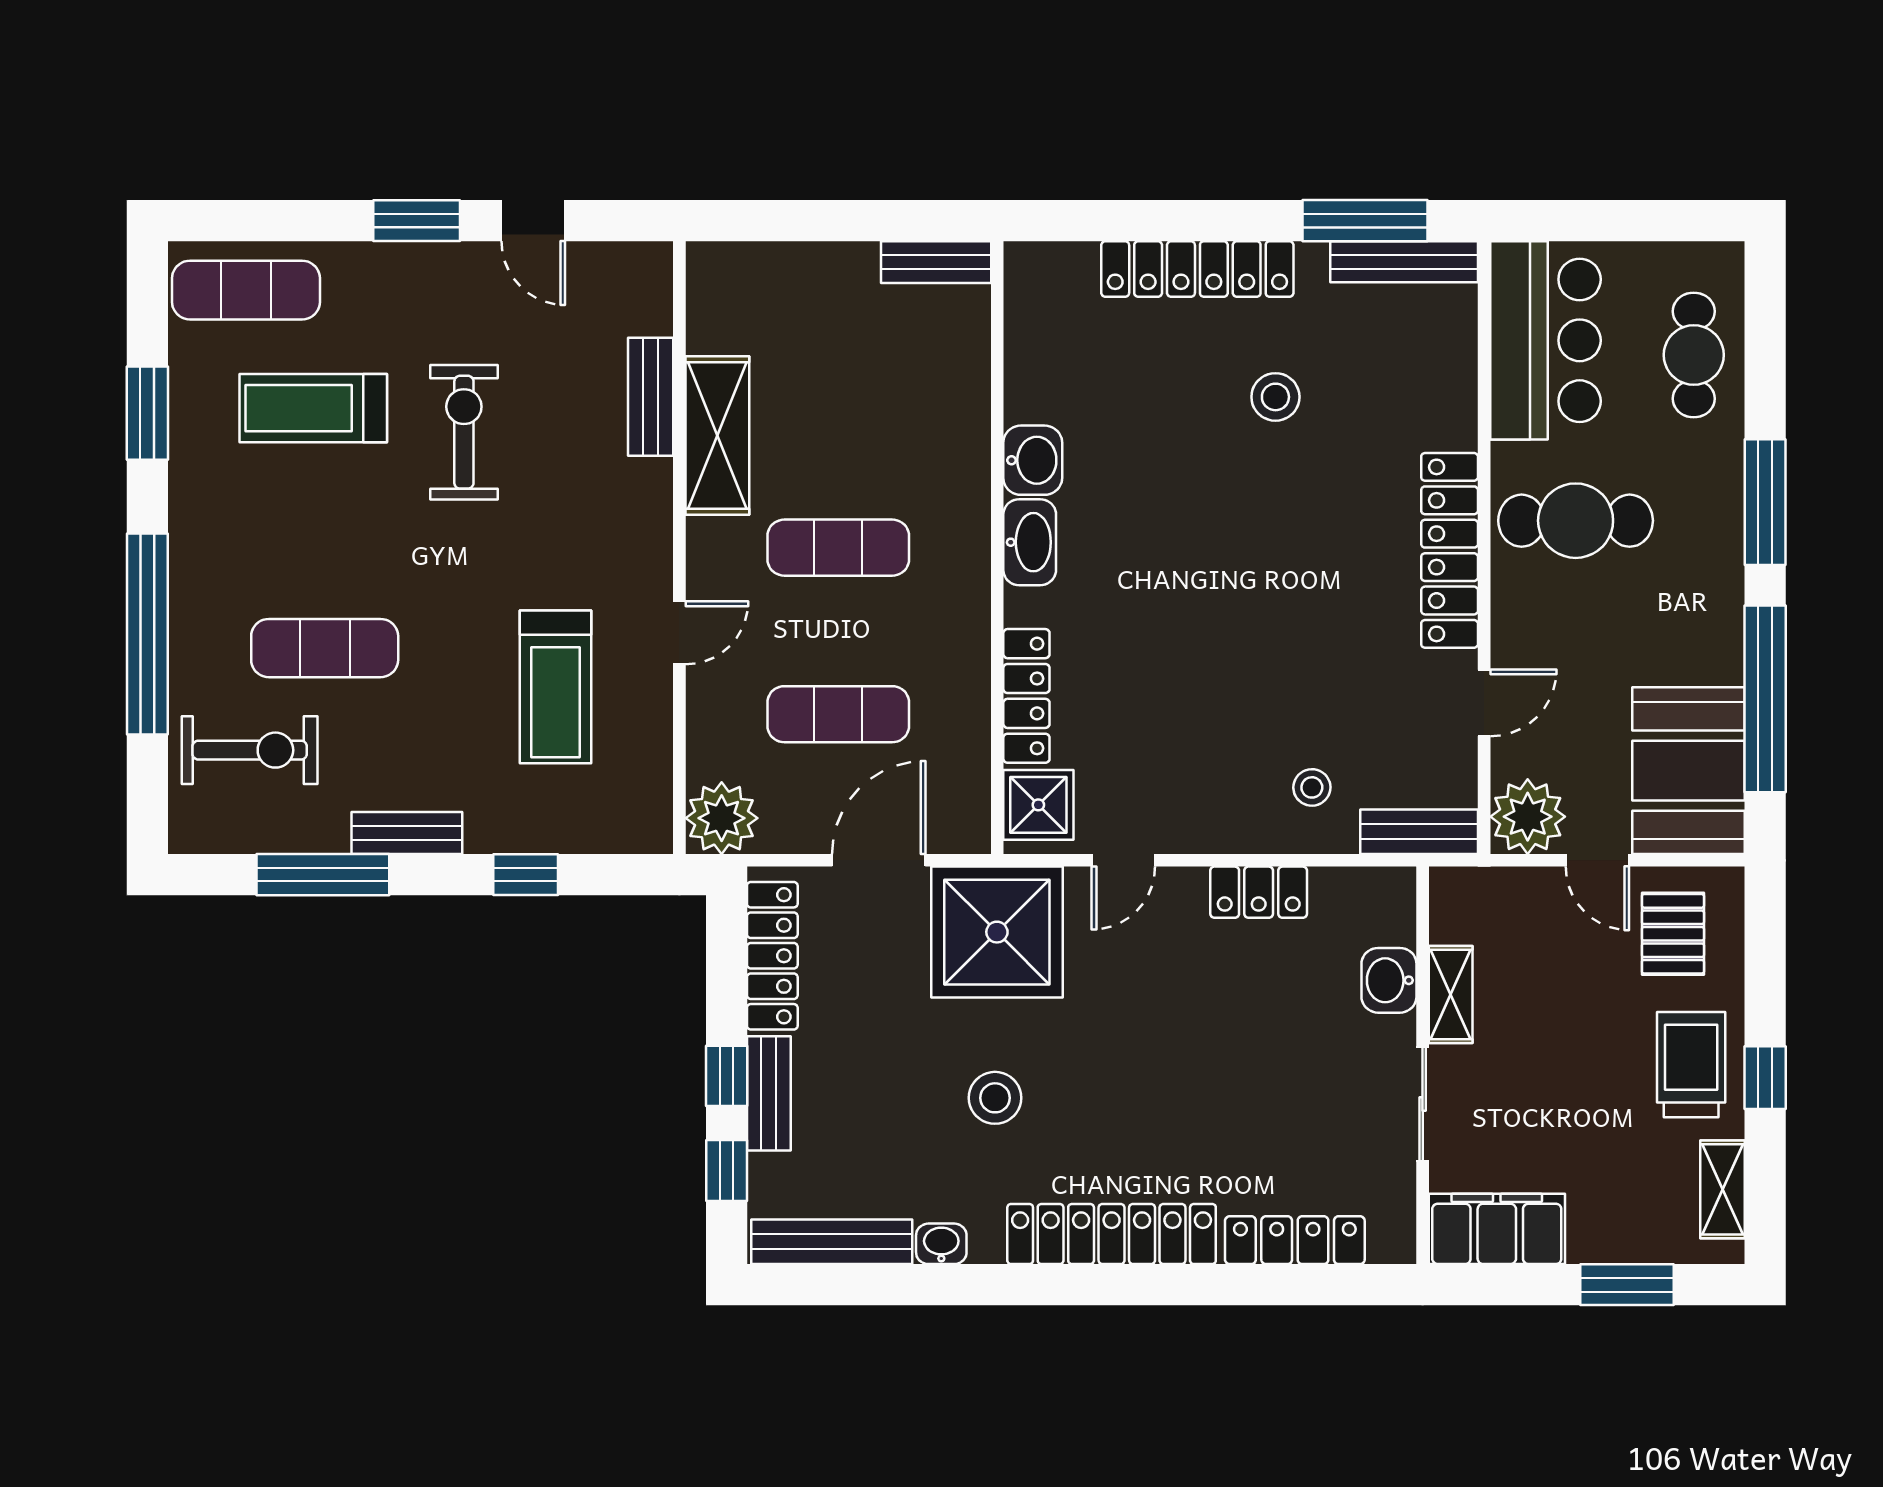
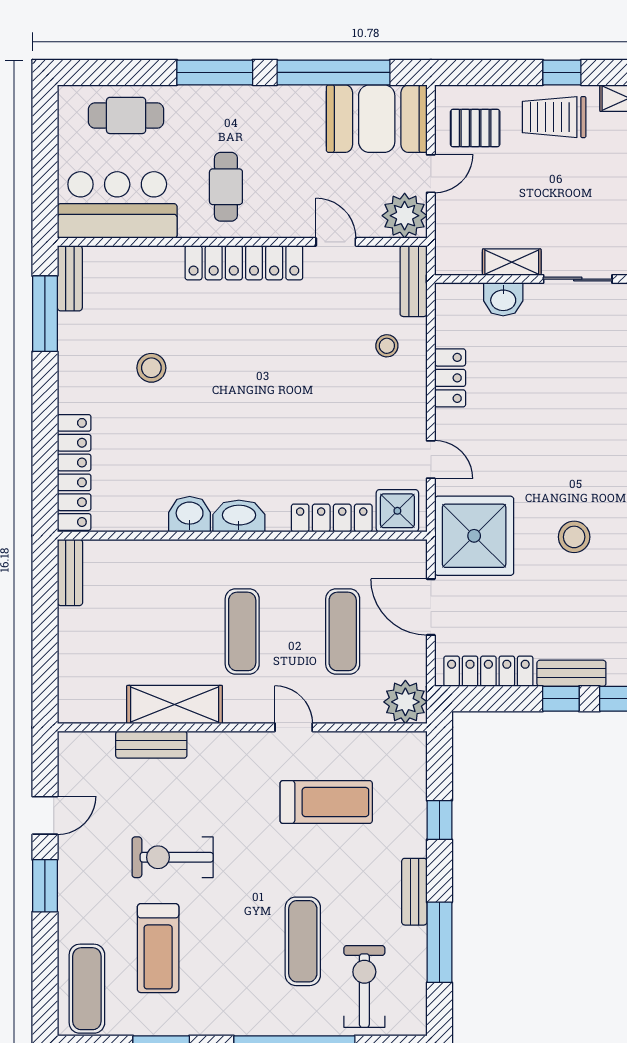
bench: (1404, 262) -> (70, 278), width x0.73
locker: (1197, 269) -> (74, 472), moved
cafe table: (1576, 521) -> (226, 187), width x0.73, depth x0.74

